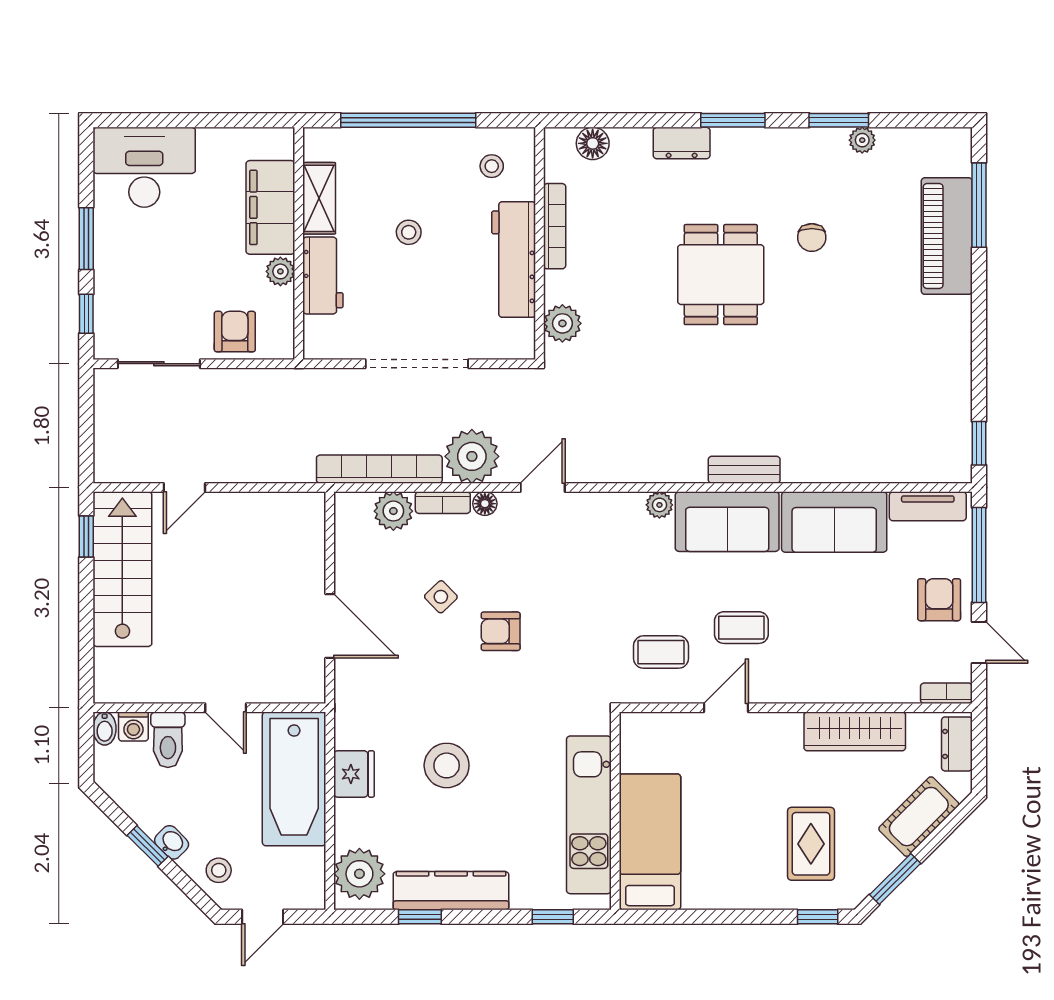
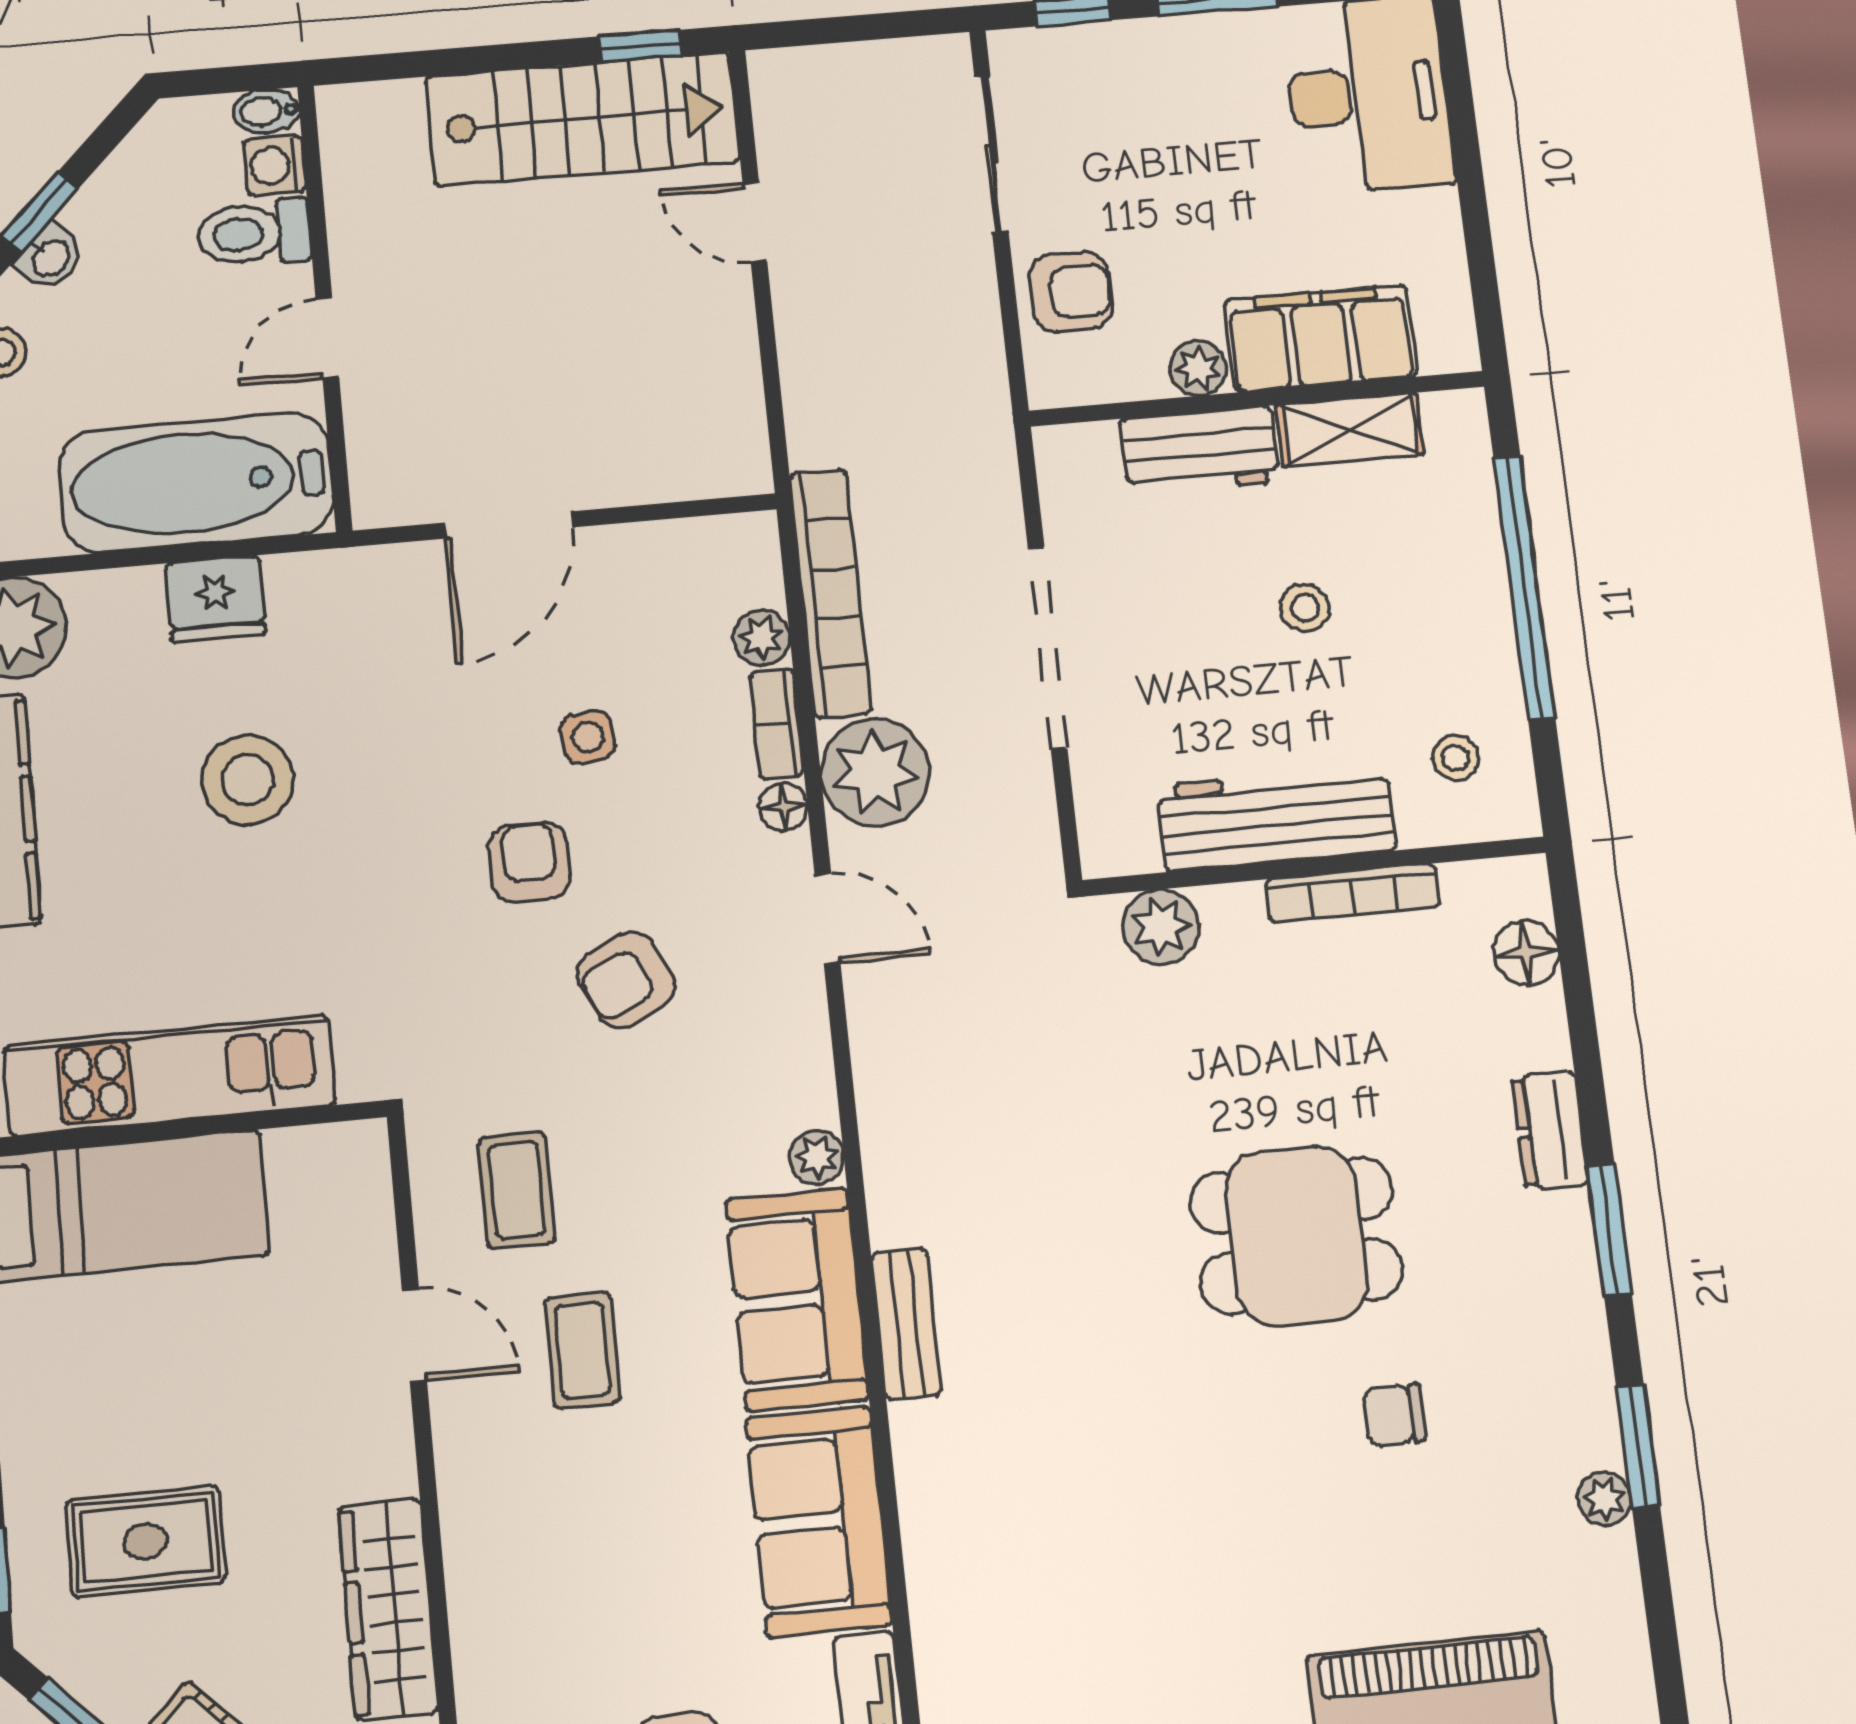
plant: (393, 511) -> (762, 638), width x0.73, depth x0.73
armchair: (563, 589) -> (626, 980), added
side table: (441, 597) -> (587, 737), turned 37

